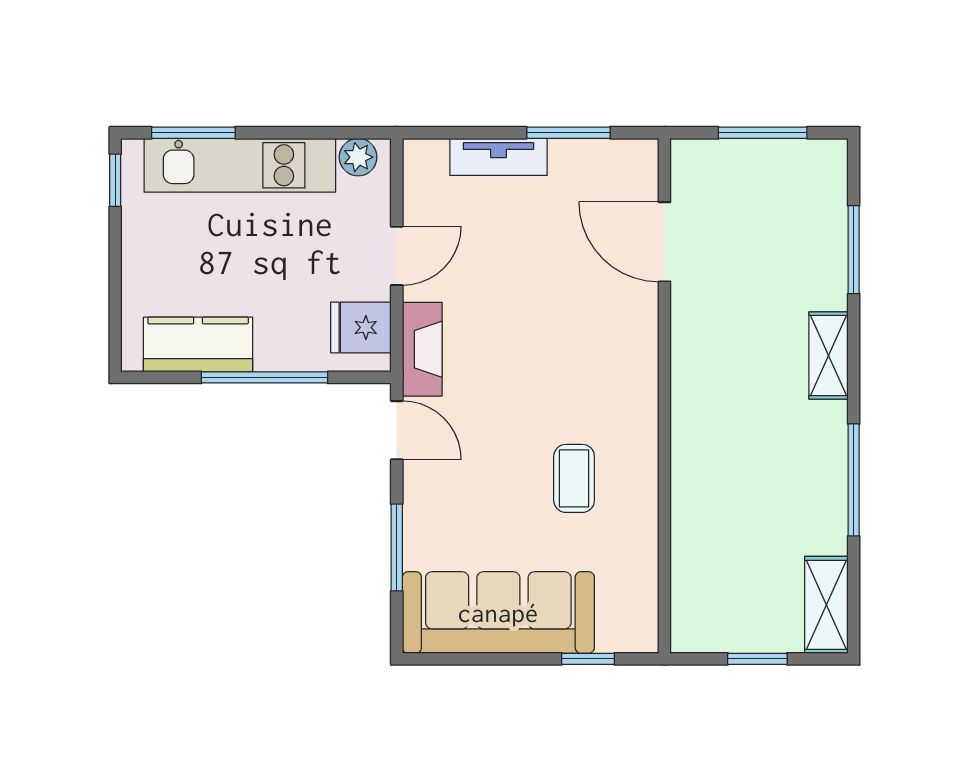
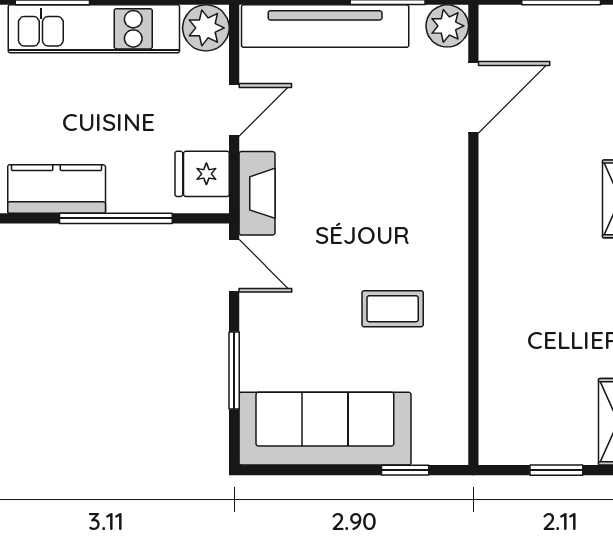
plant: (358, 157) -> (206, 28), width x1.38, depth x1.38
tv unit: (498, 157) -> (325, 26), width x1.92, depth x1.29
plant: (635, 162) -> (447, 26), added
door: (664, 242) -> (473, 97), swing flipped
coffee table: (574, 478) -> (393, 309), turned 90

